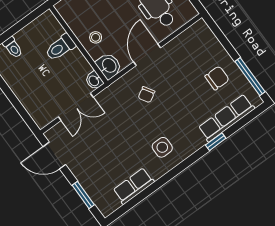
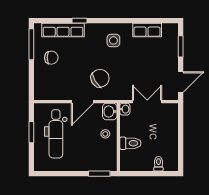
chair: (217, 78) -> (51, 58), turned 180
chair: (146, 95) -> (100, 78), width x1.87, depth x1.87
door: (54, 156) -> (181, 82), hinge flipped

